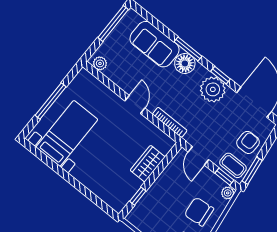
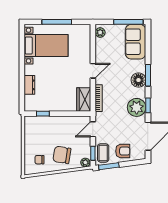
sofa: (155, 44) -> (136, 42), moved
wardrobe: (148, 164) -> (84, 99), moved, turned -90
dresser: (95, 186) -> (29, 85), added
chair: (199, 212) -> (62, 155), turned -75

